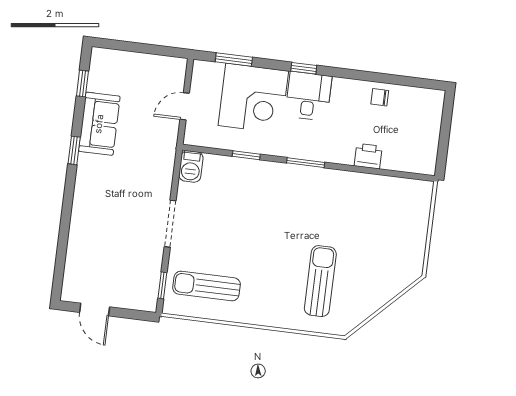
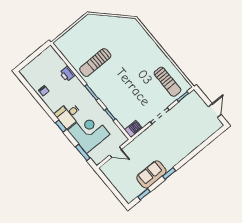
sun lounger: (320, 281) -> (95, 63), moved

